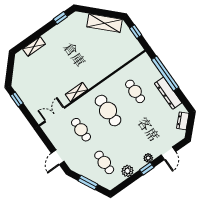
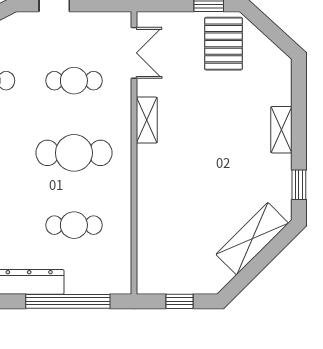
shelving: (105, 23) -> (252, 239), moved
shelving: (34, 46) -> (281, 130), moved
pallet: (28, 84) -> (223, 44), added

